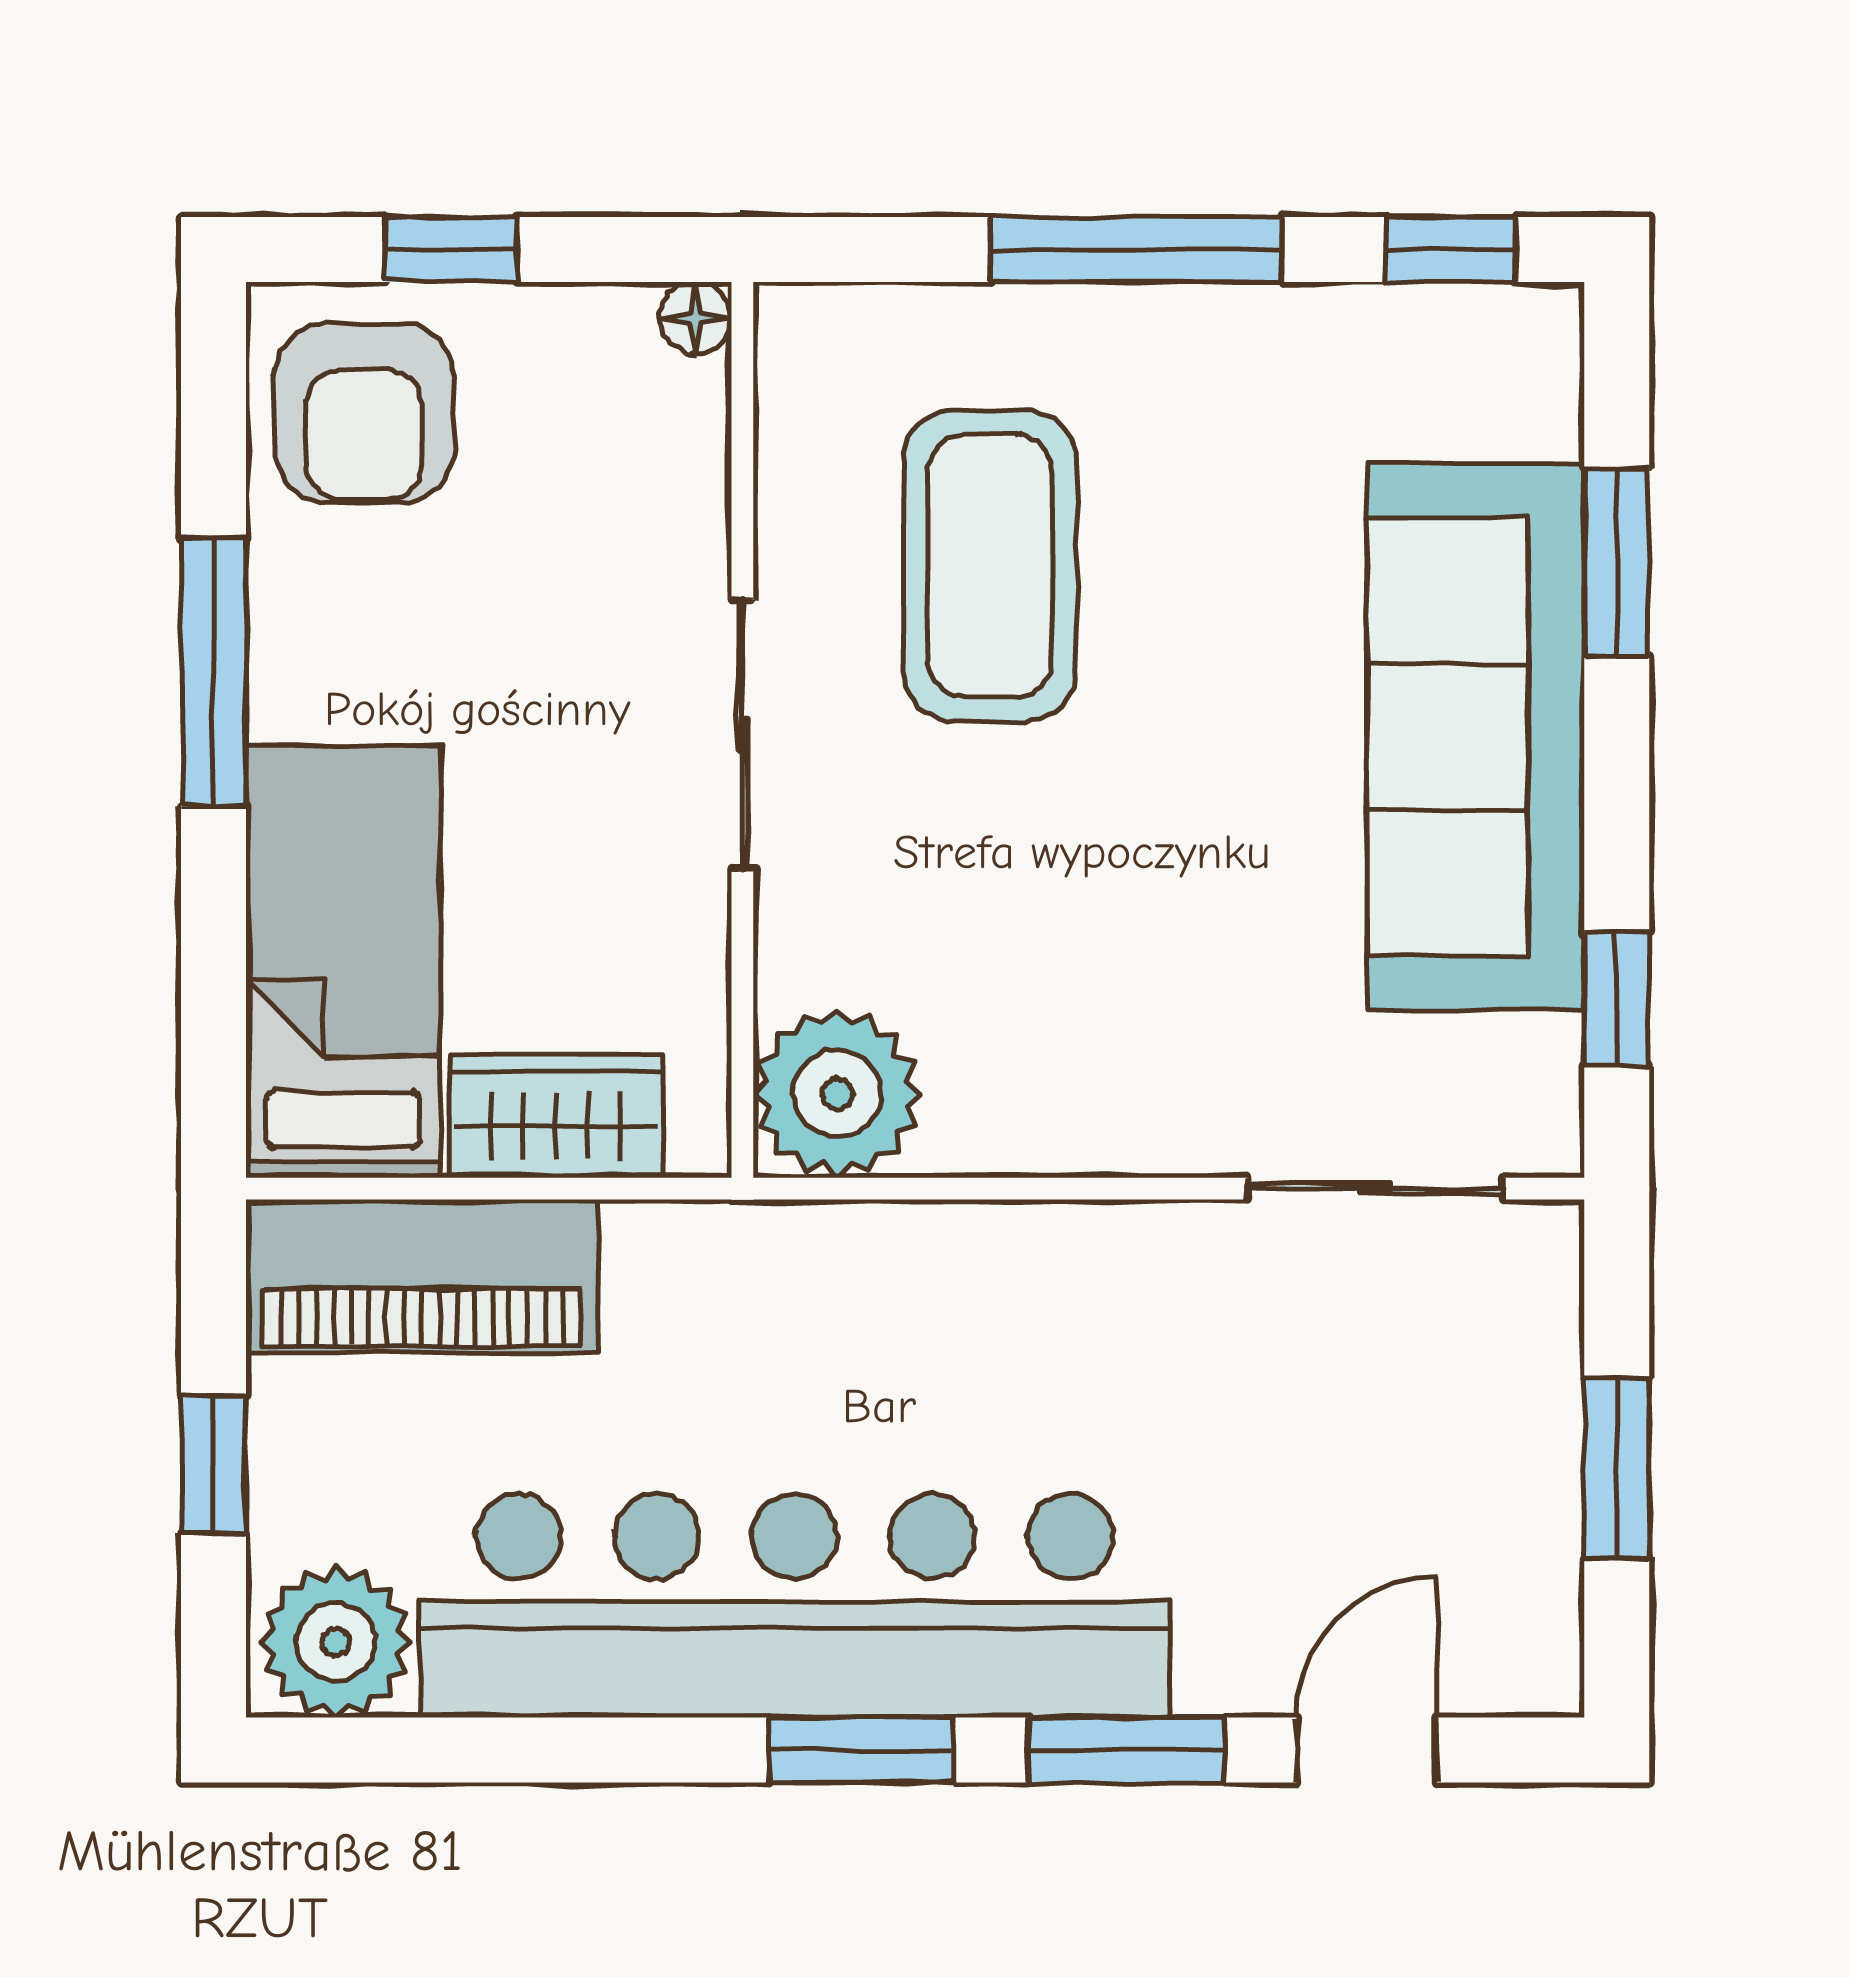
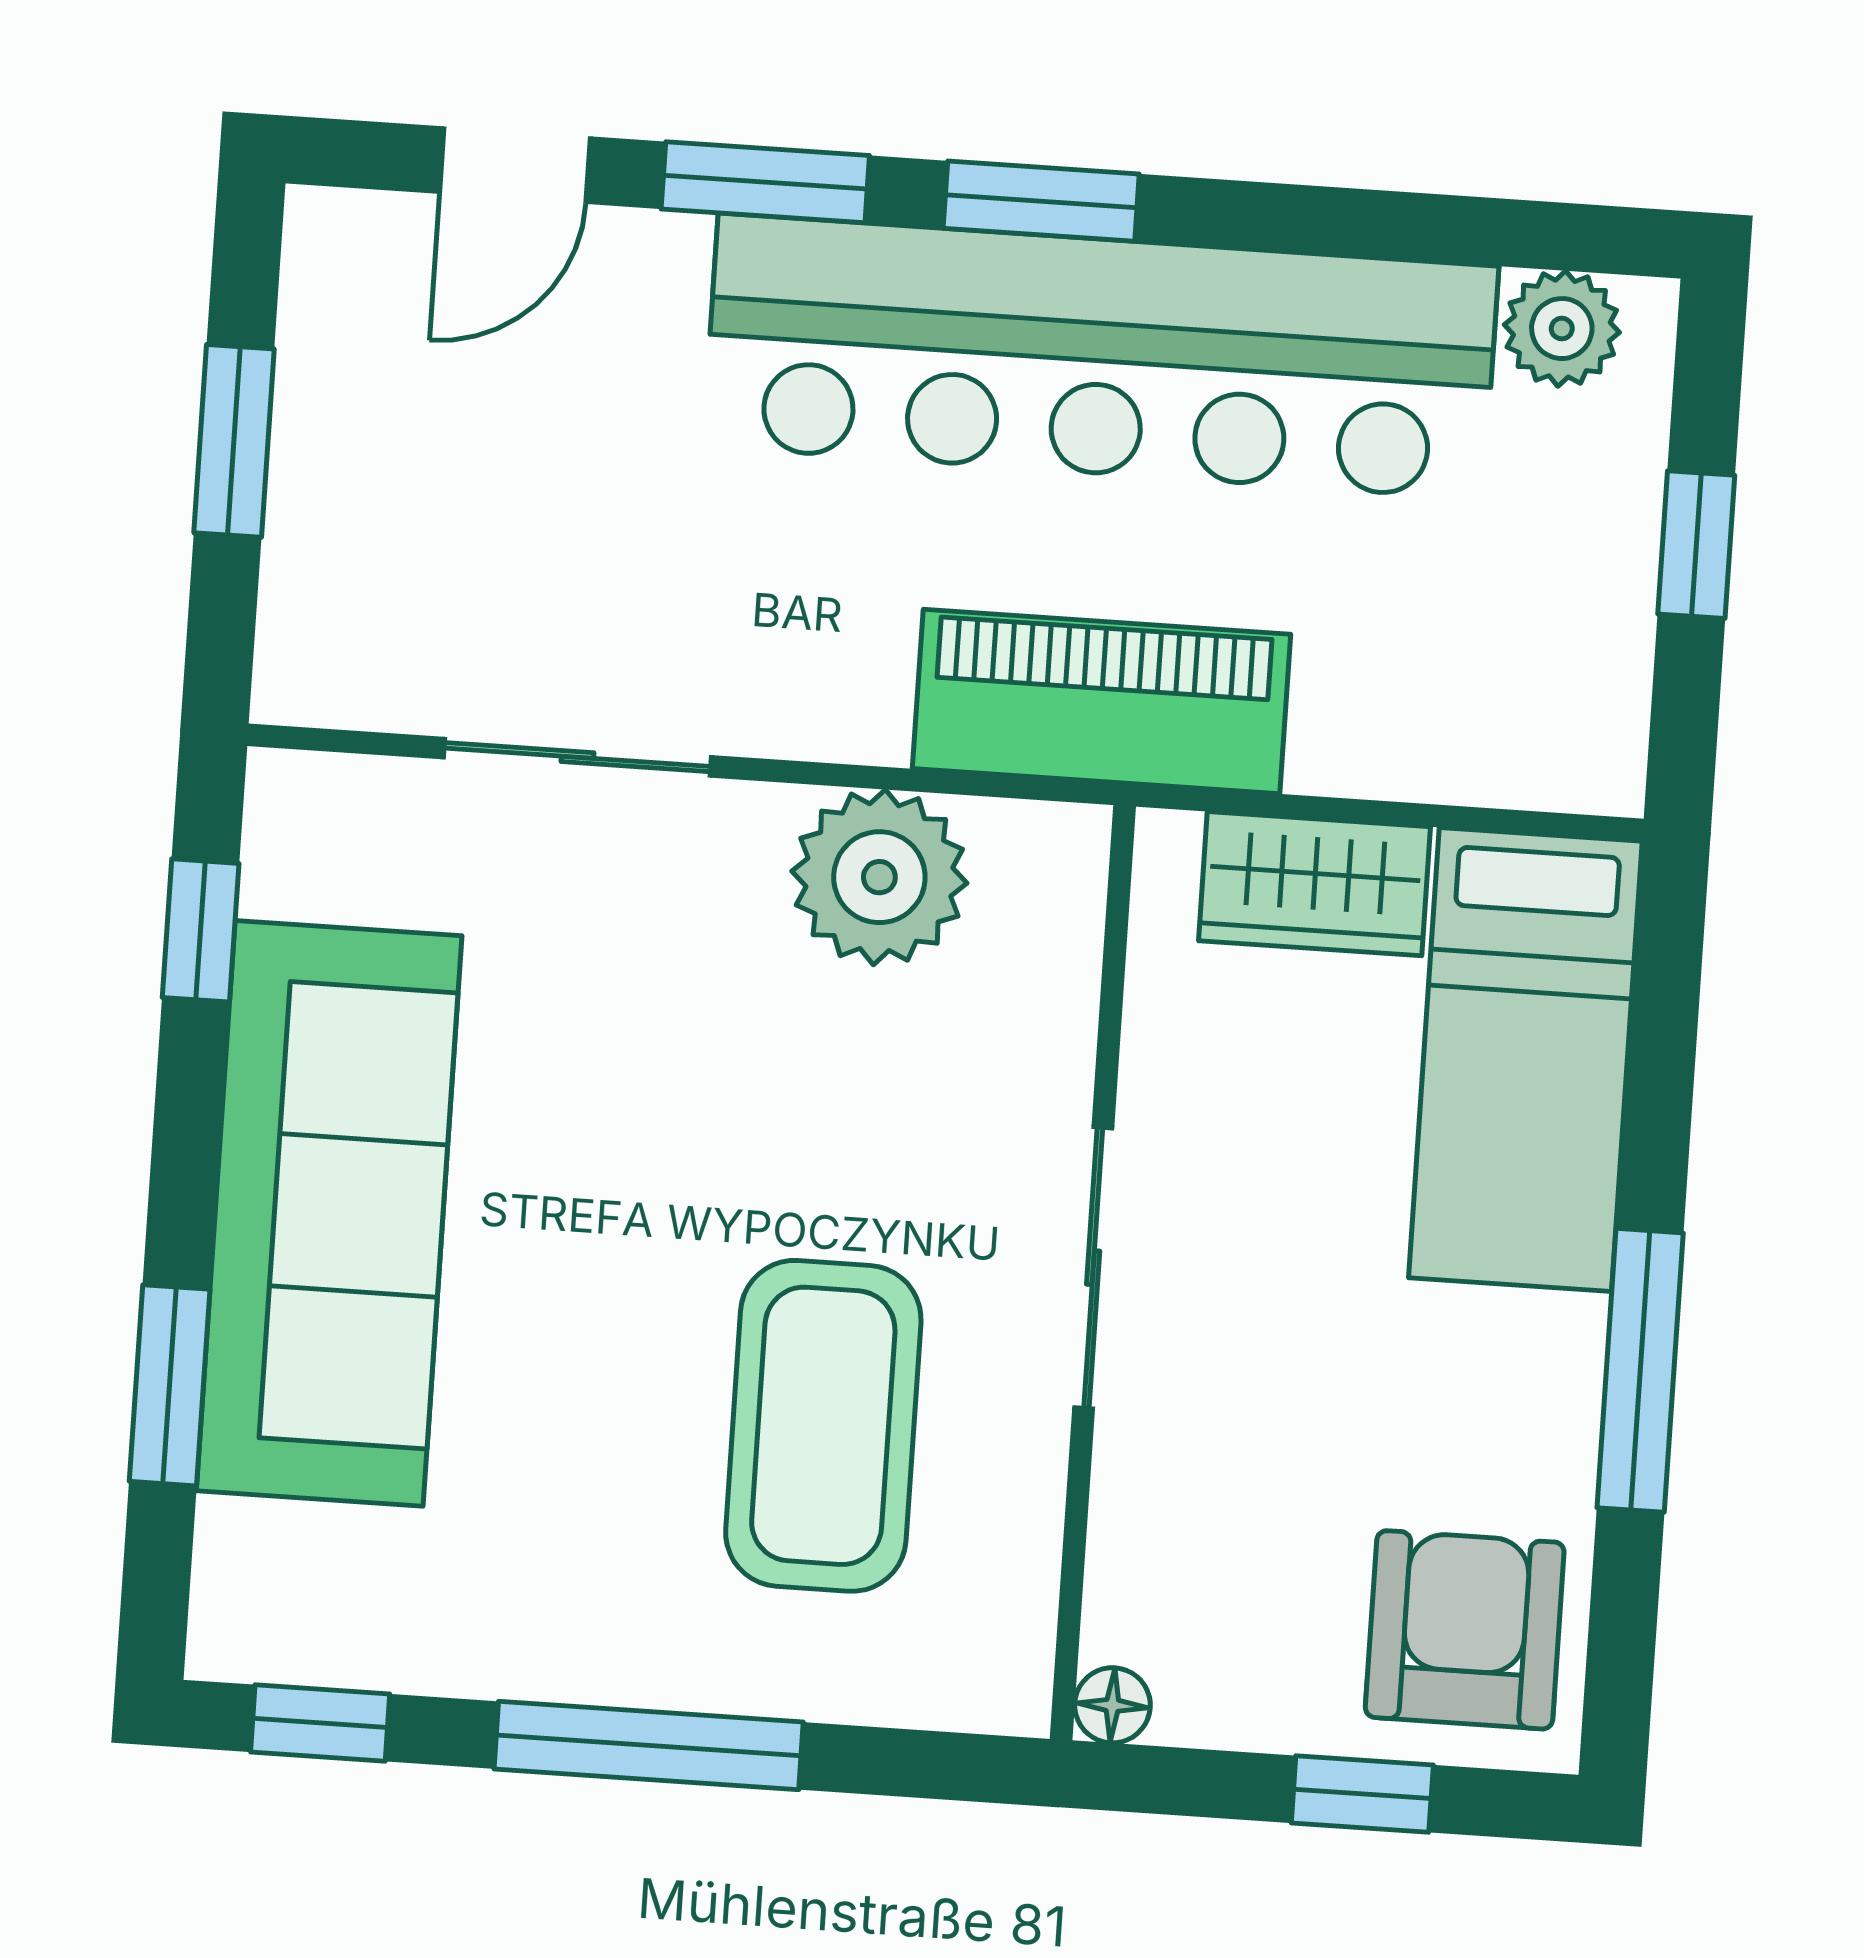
plant: (837, 1094) -> (879, 877), moved
sliding door: (1375, 1189) -> (577, 757), moved
piano: (422, 1276) -> (1102, 701), moved
plant: (336, 1642) -> (1562, 329), width x0.73, depth x0.73

